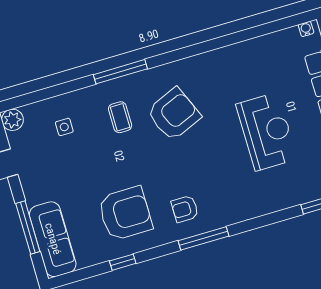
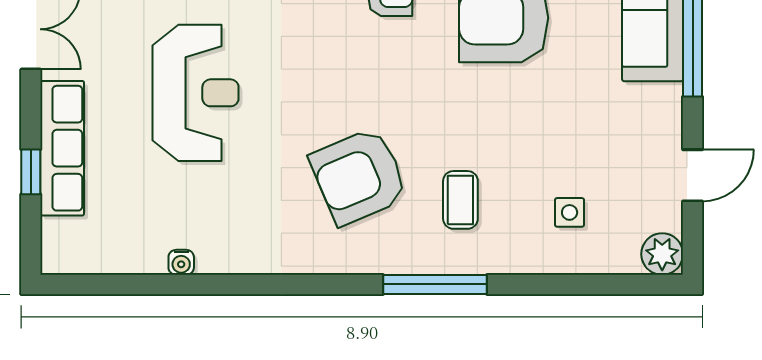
water cooler: (306, 29) -> (181, 262), moved
reception desk: (267, 132) -> (196, 93), turned 180

